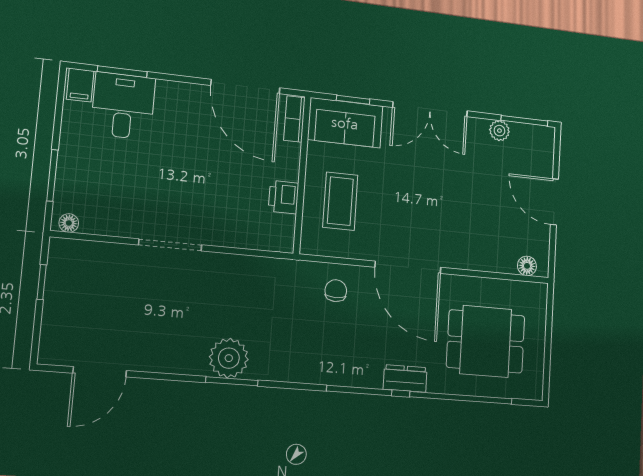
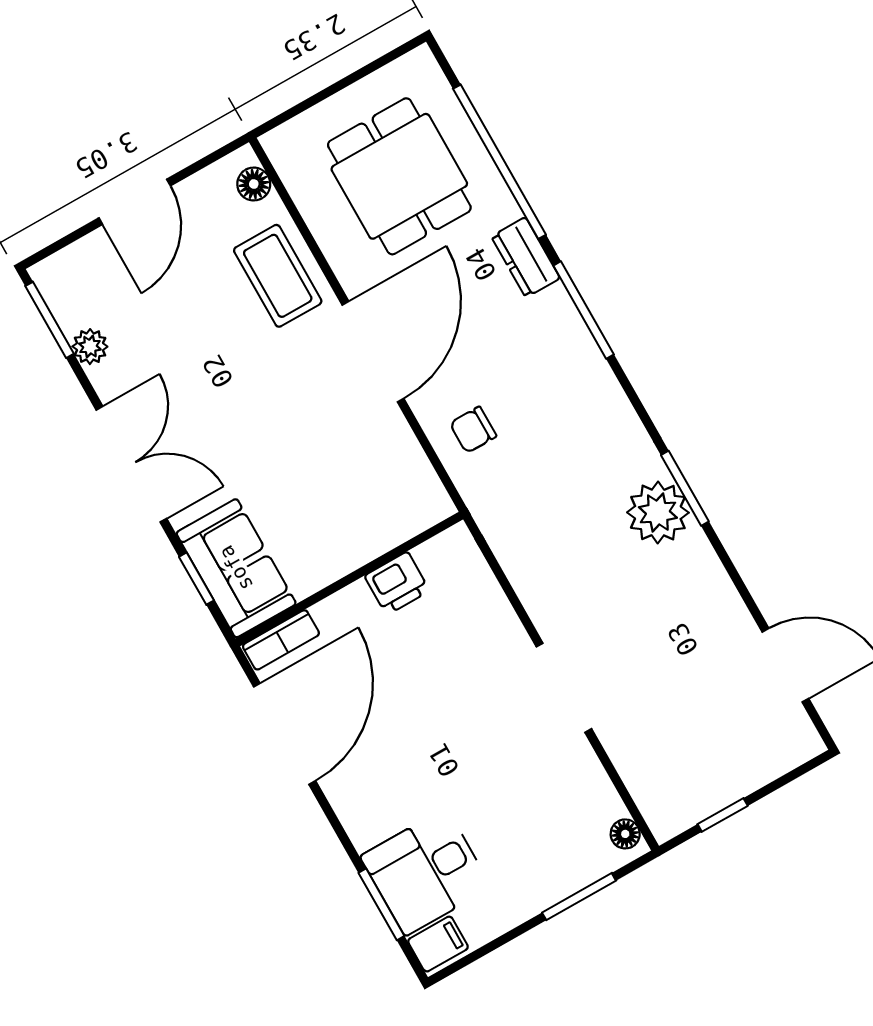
coffee table: (340, 201) -> (278, 276), moved, turned 90

